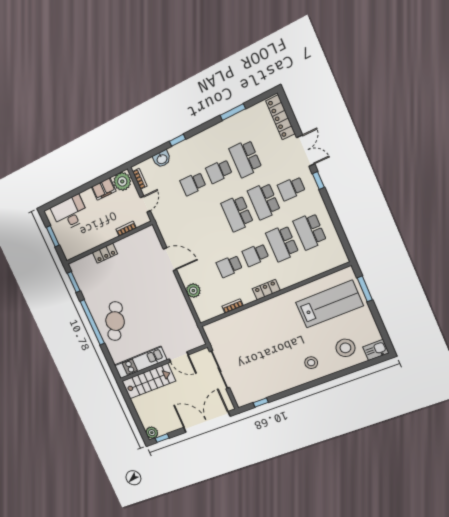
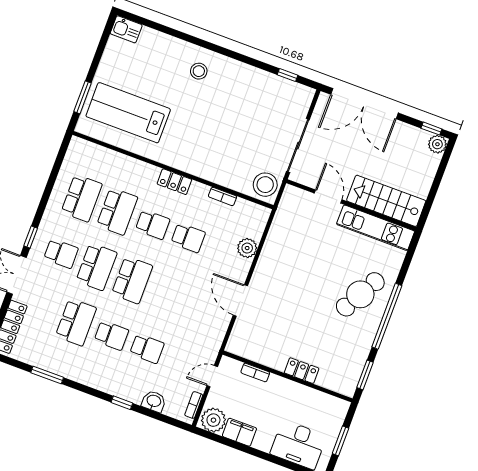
stool: (345, 348) -> (265, 185), moved

